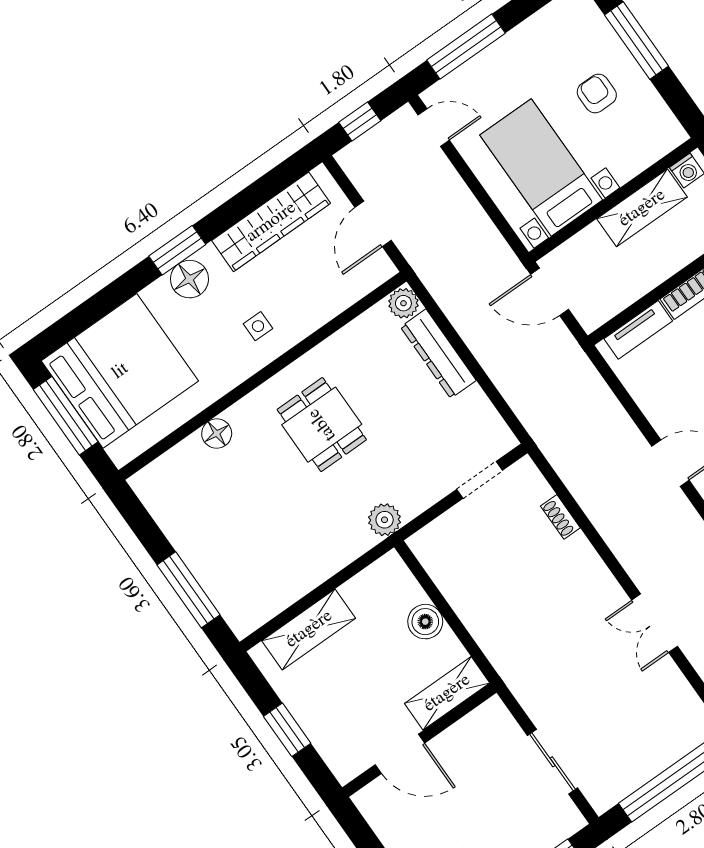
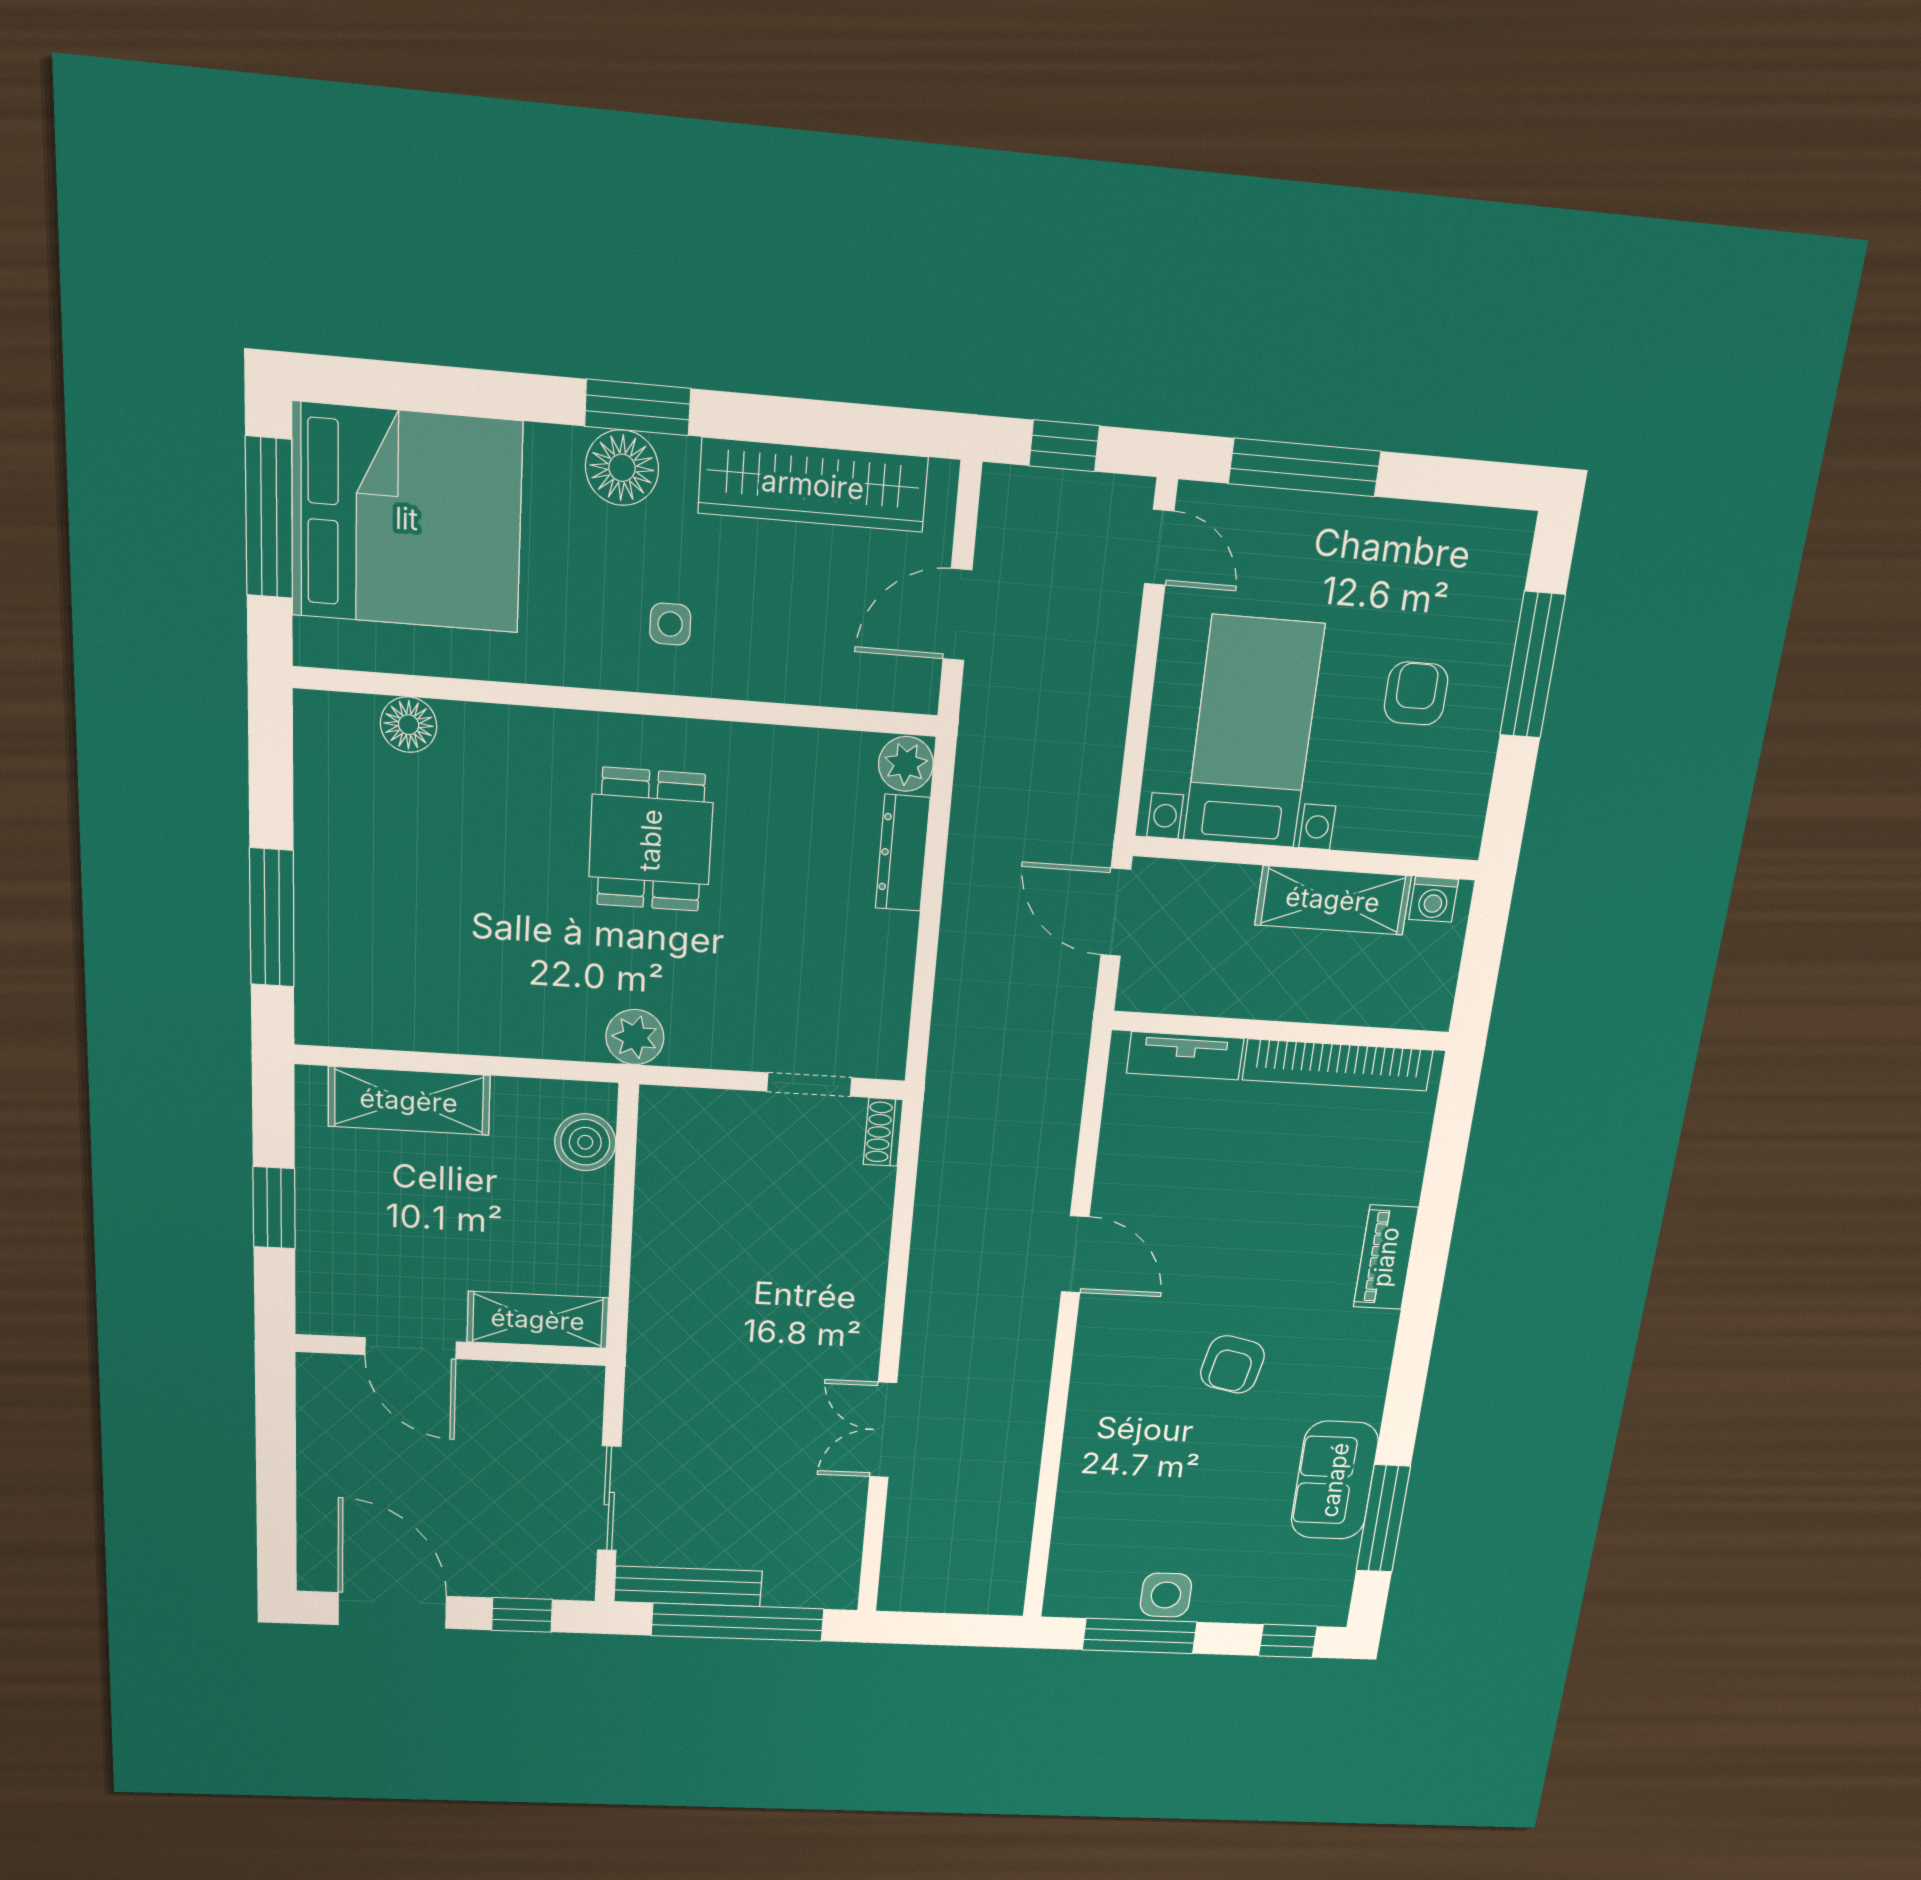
dresser: (438, 354) -> (903, 853), width x0.73, depth x0.80
floor lamp: (217, 433) -> (409, 725), moved
shoe rack: (560, 517) -> (883, 1132), moved
boiler: (425, 622) -> (585, 1142), moved
bench: (628, 781) -> (688, 1586), added

